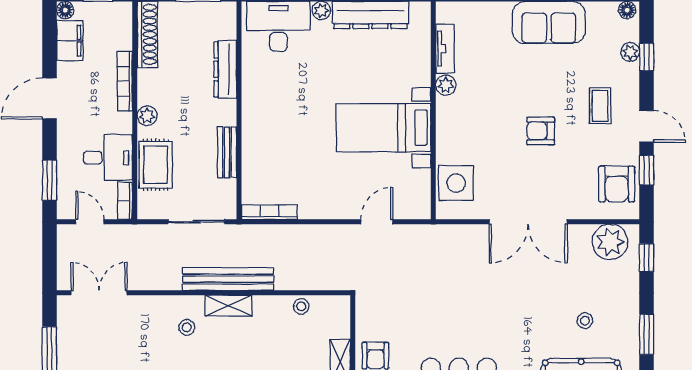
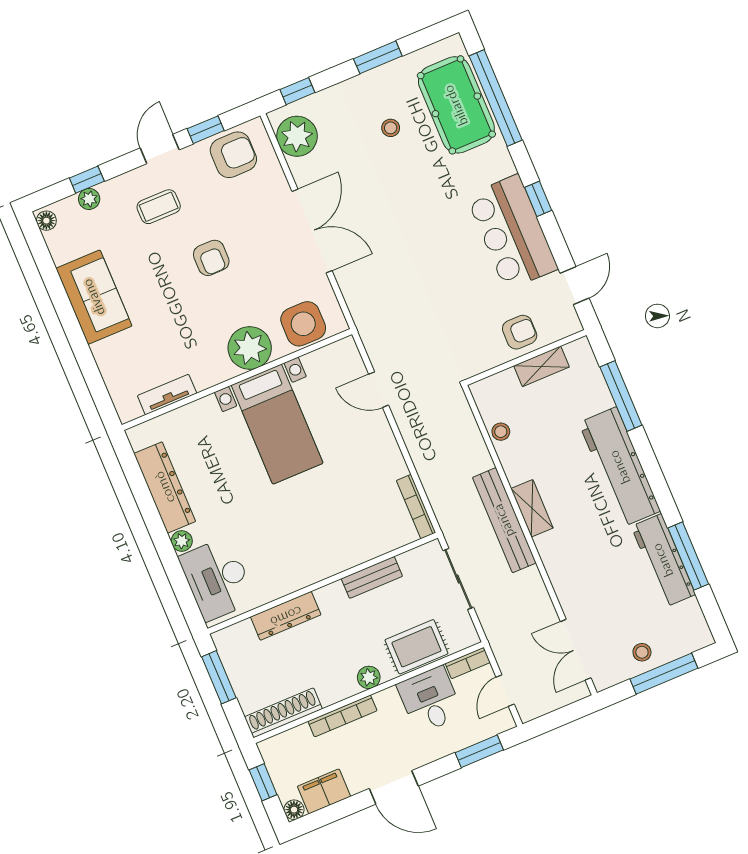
plant: (446, 85) -> (250, 348), moved, width x1.88, depth x1.88
stool: (187, 327) -> (642, 652), moved

